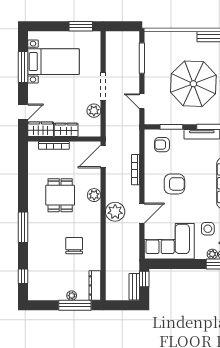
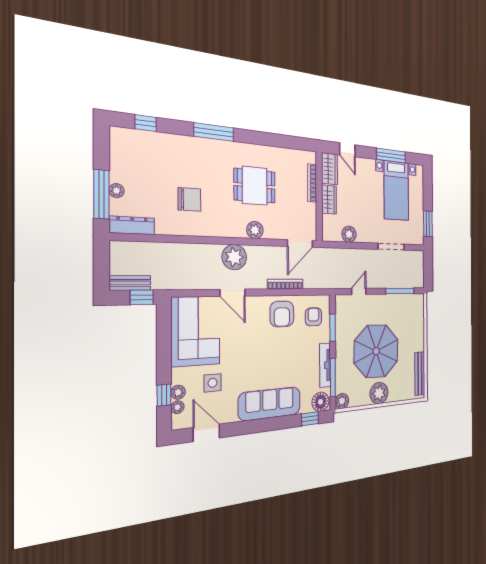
doorway: (103, 87) -> (391, 247), moved
door: (103, 156) -> (300, 243), swing flipped
armchair: (174, 184) -> (282, 314), moved

